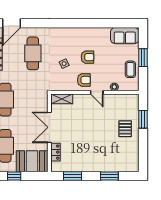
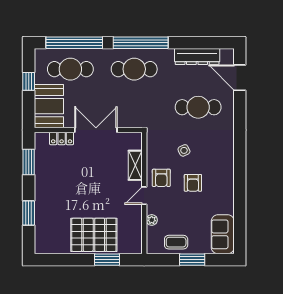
shelving: (62, 99) -> (135, 165), moved
pallet: (125, 129) -> (94, 235), width x2.05, depth x2.00

